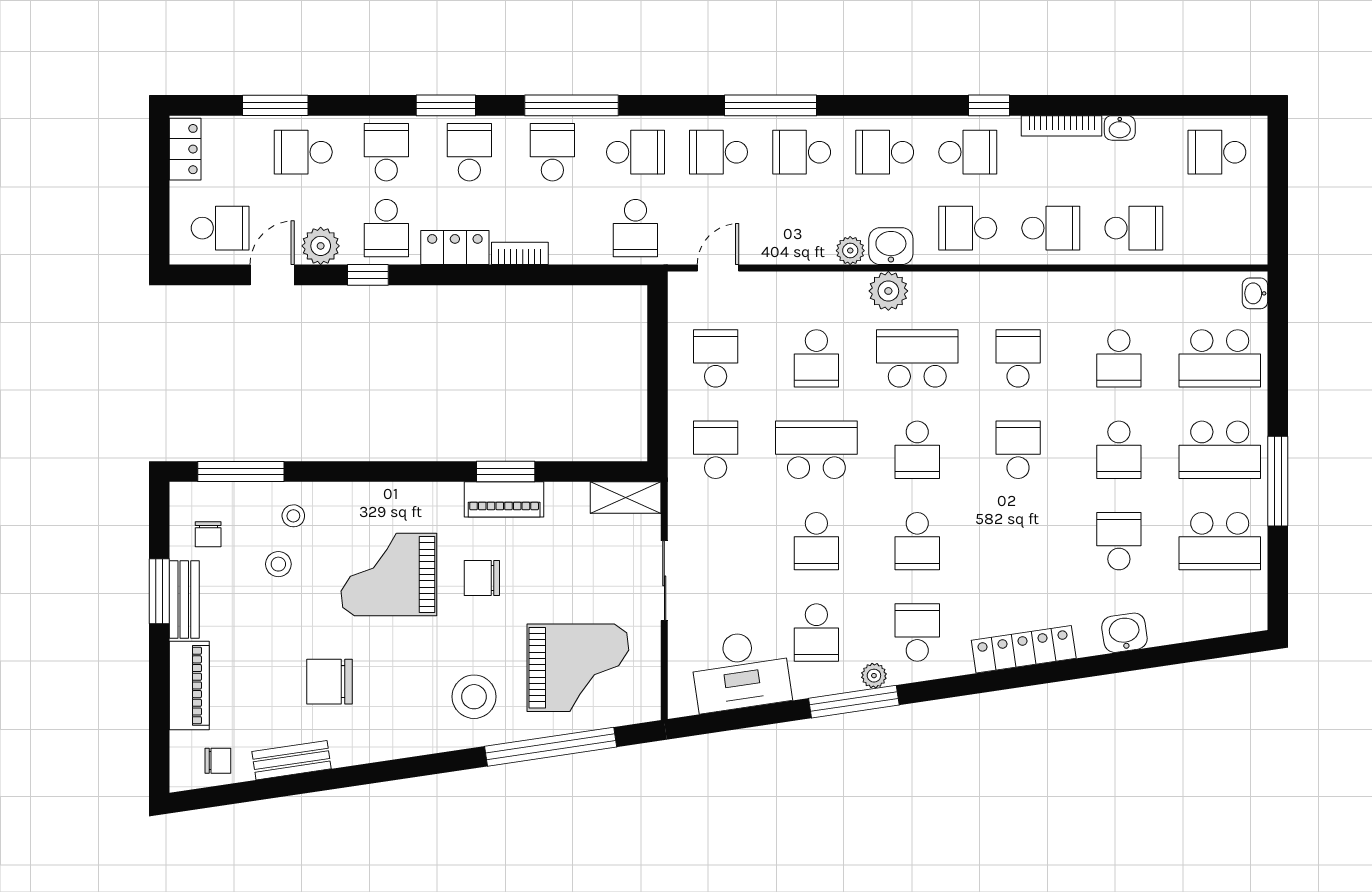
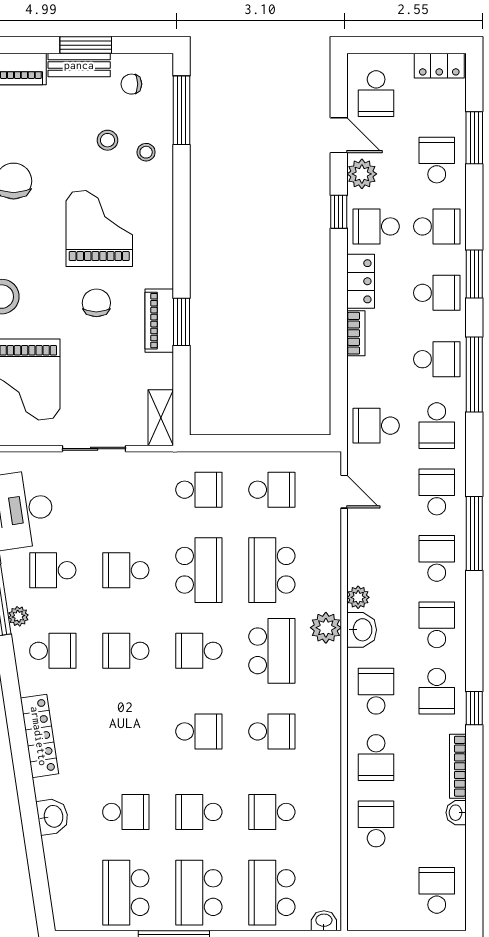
school desk: (1134, 228) -> (376, 824), turned 180
school desk: (816, 358) -> (272, 570), width x1.85

